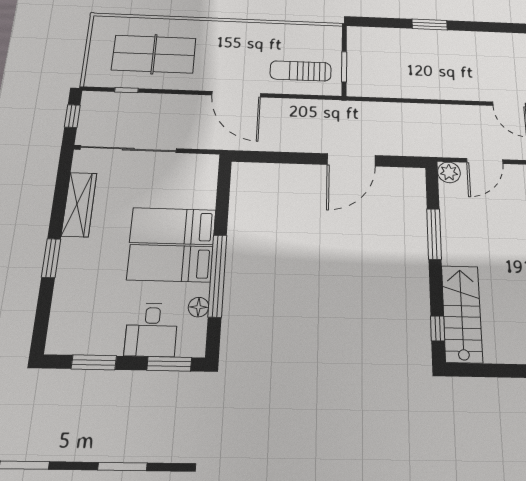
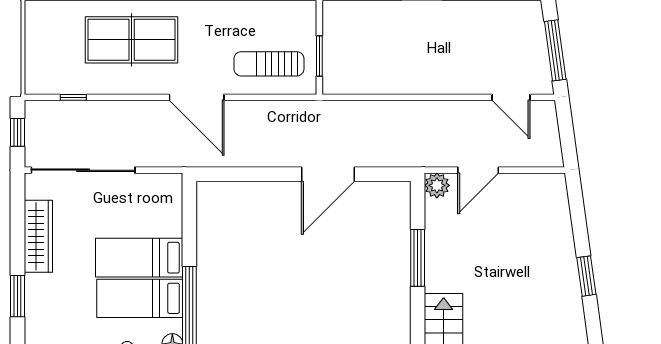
table tennis table: (154, 54) -> (132, 40), moved

